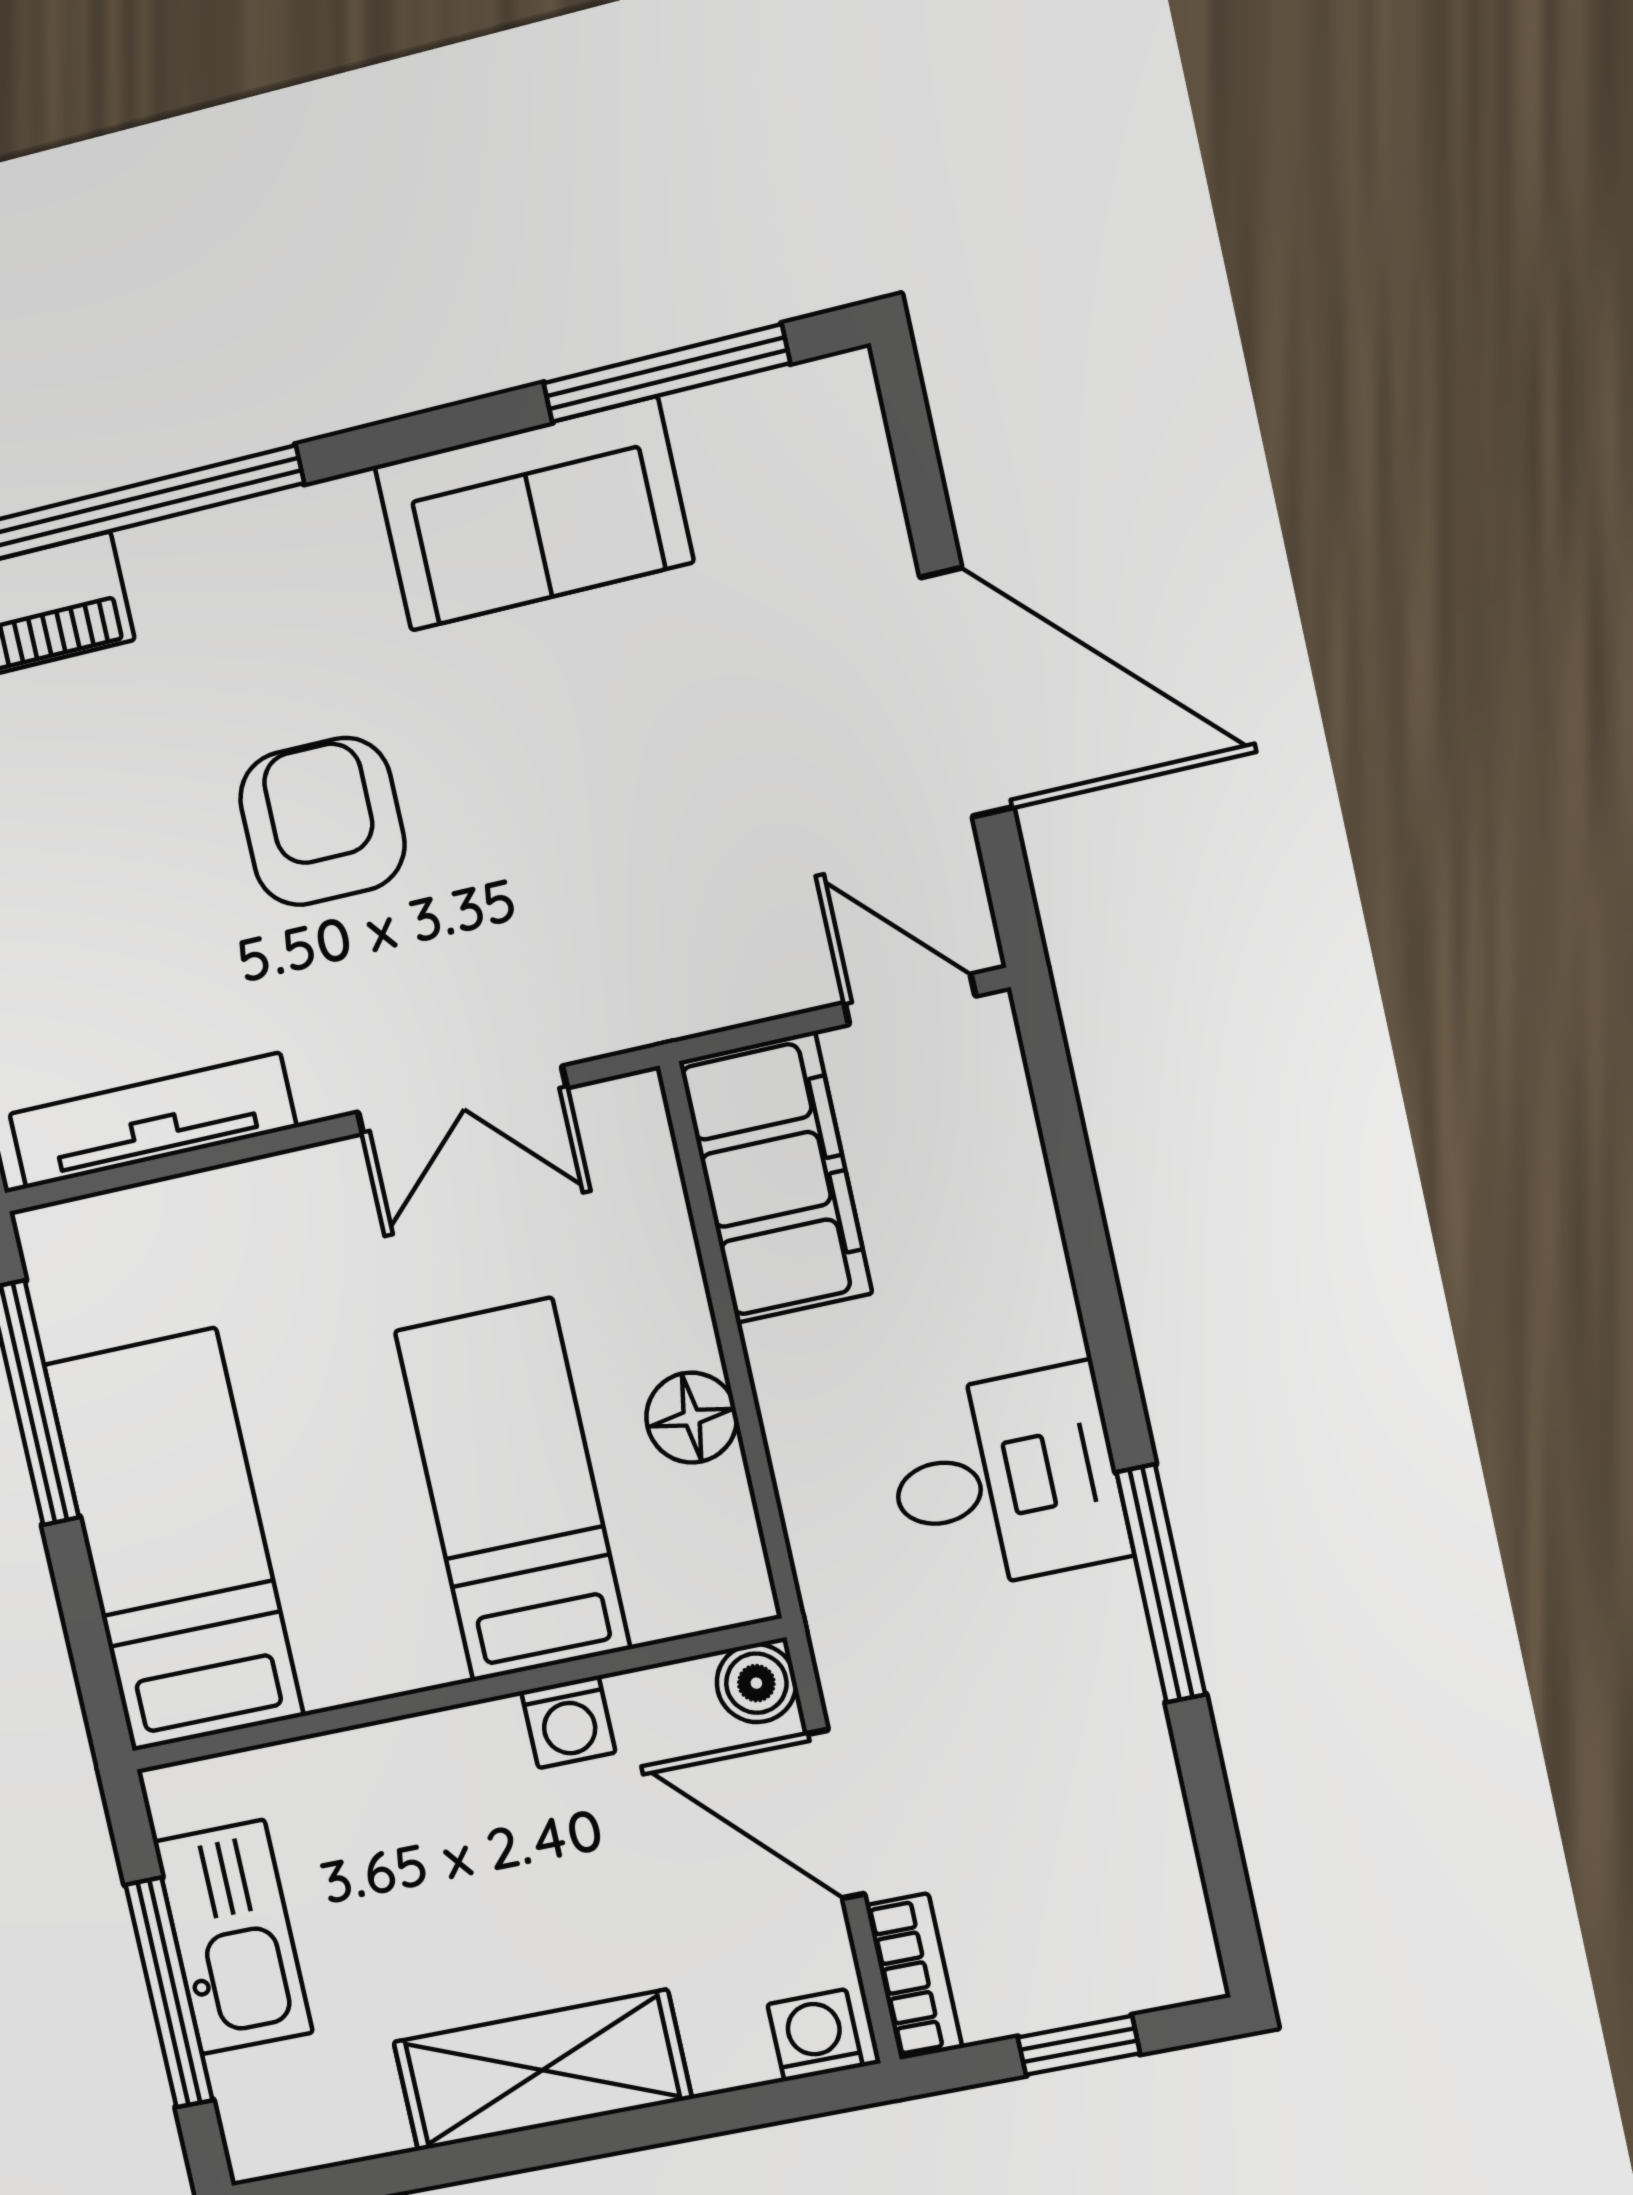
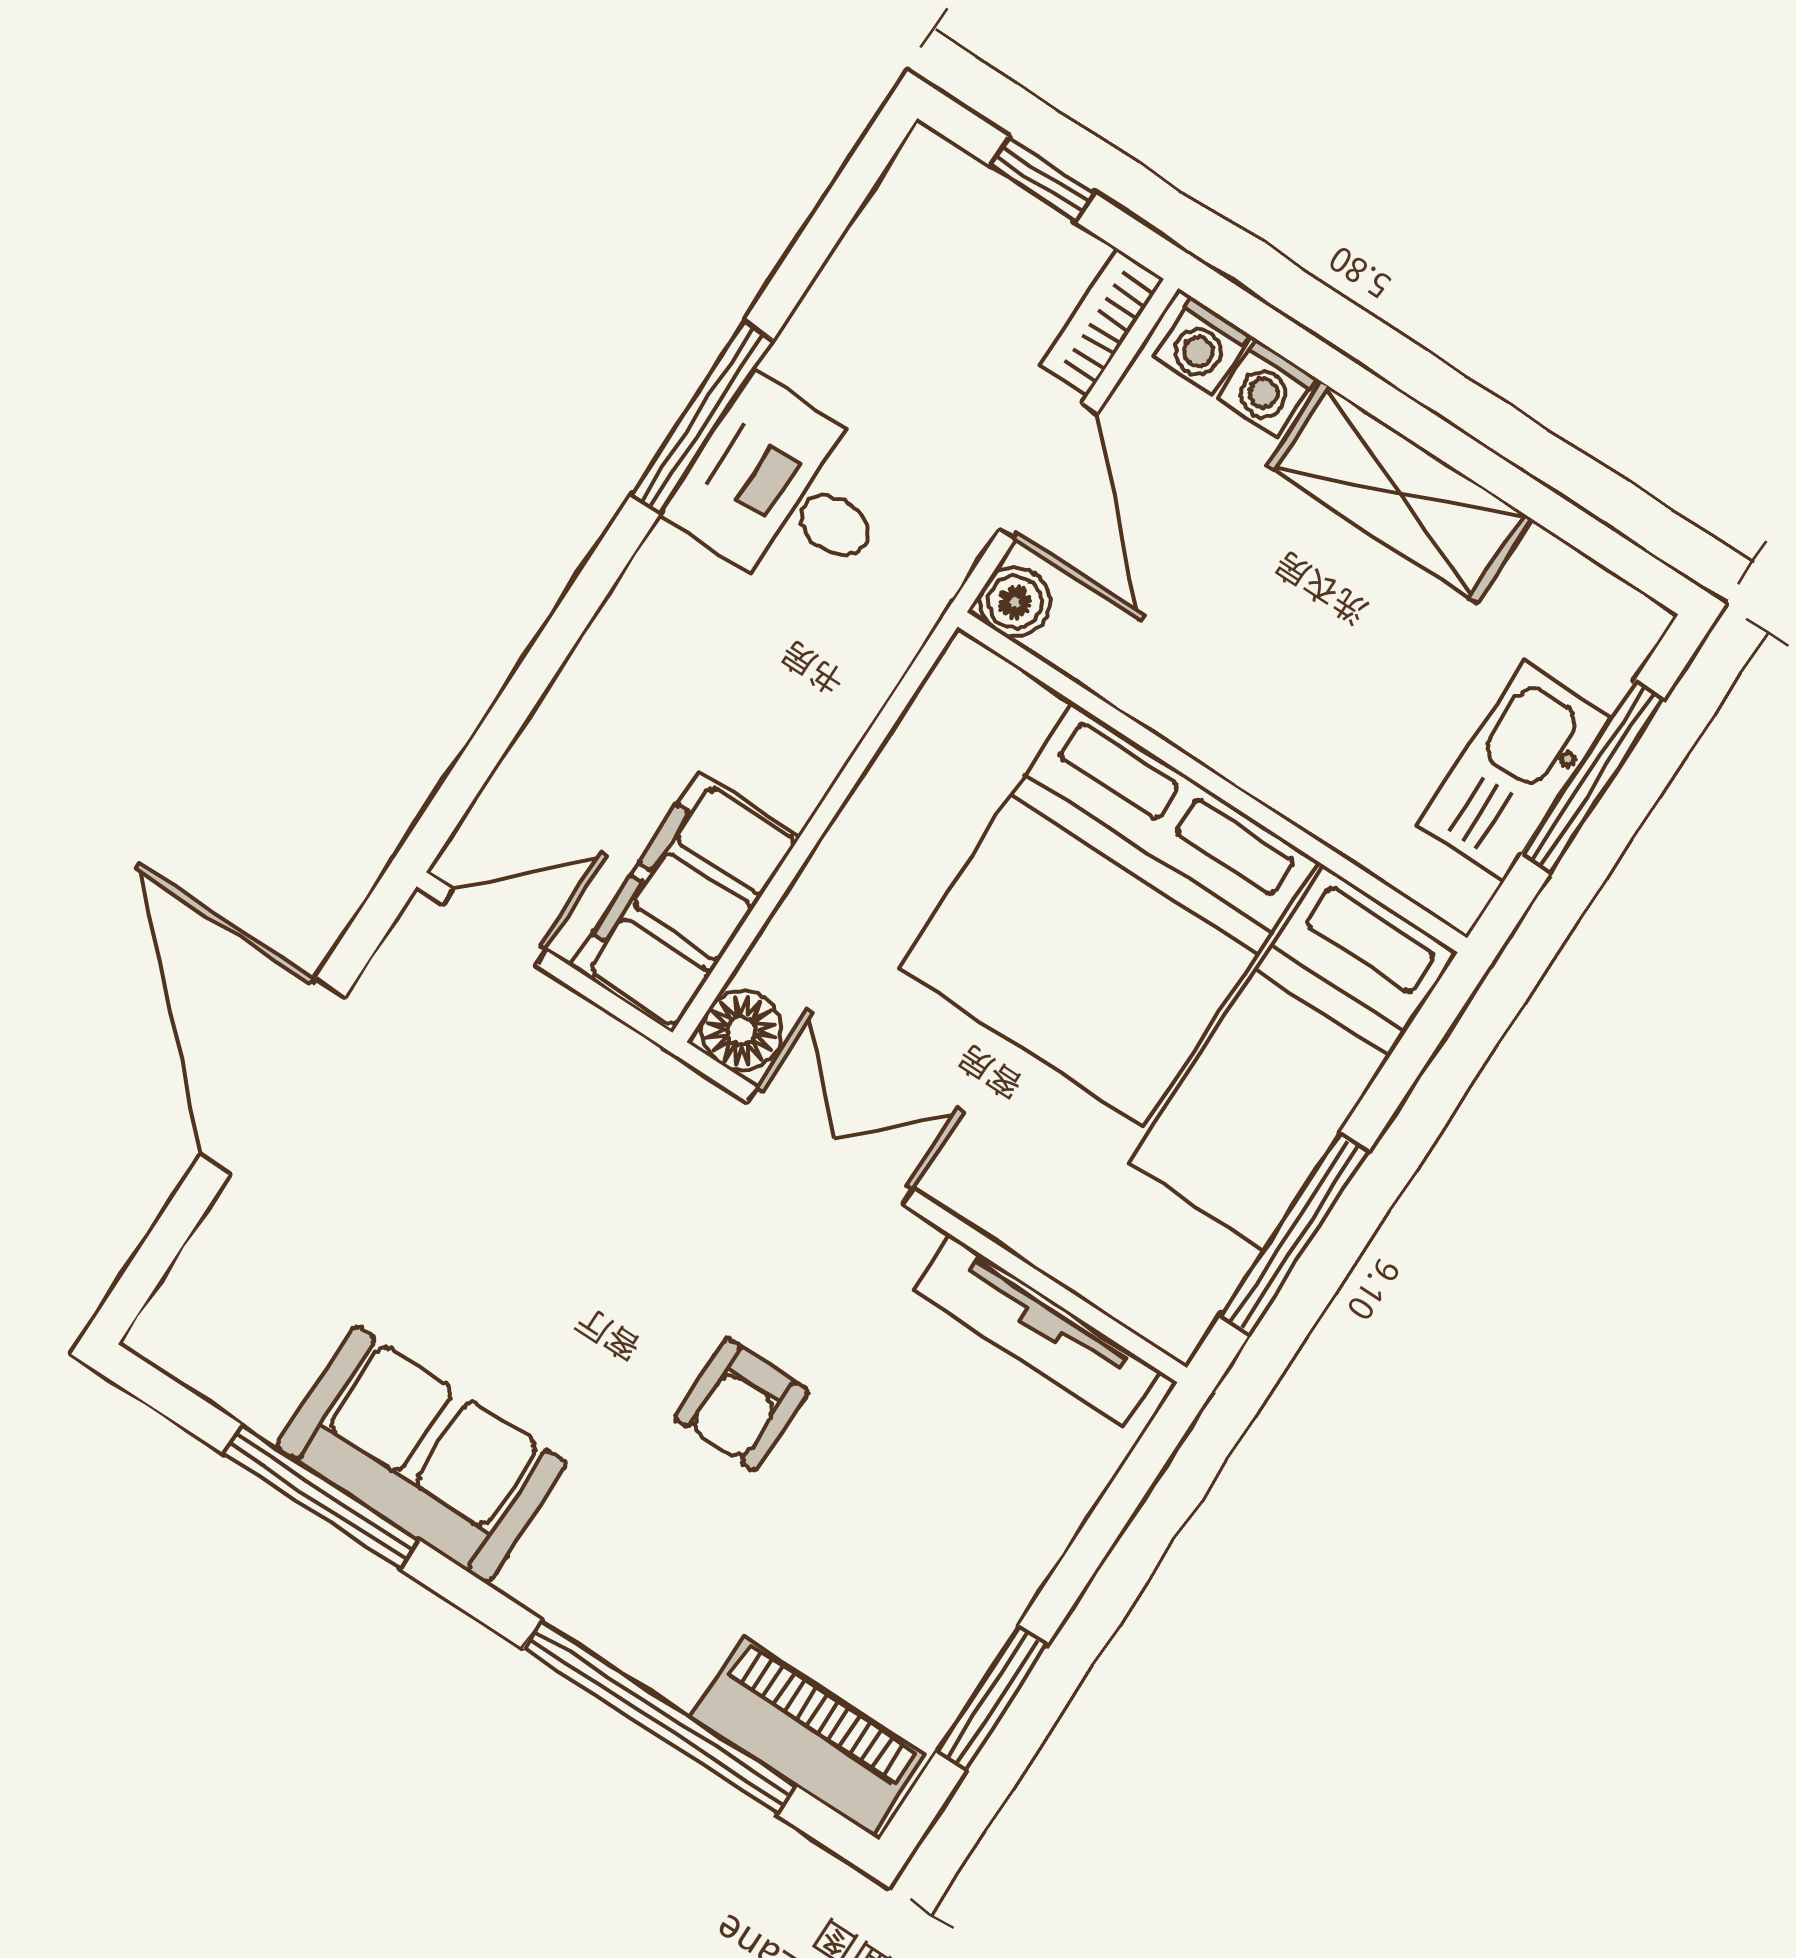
window: (667, 373) -> (321, 1497), moved
armchair: (322, 821) -> (741, 1404), width x0.72, depth x0.72
door: (910, 999) -> (494, 927), swing flipped
floor lamp: (692, 1418) -> (742, 1030), moved
desk: (1006, 1479) -> (786, 494), moved
bed: (513, 1490) -> (1108, 915), width x2.04
washing machine: (568, 1722) -> (1267, 388), moved, turned 180

